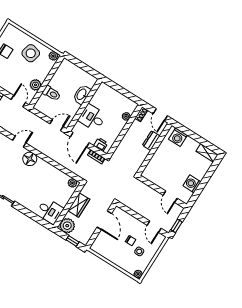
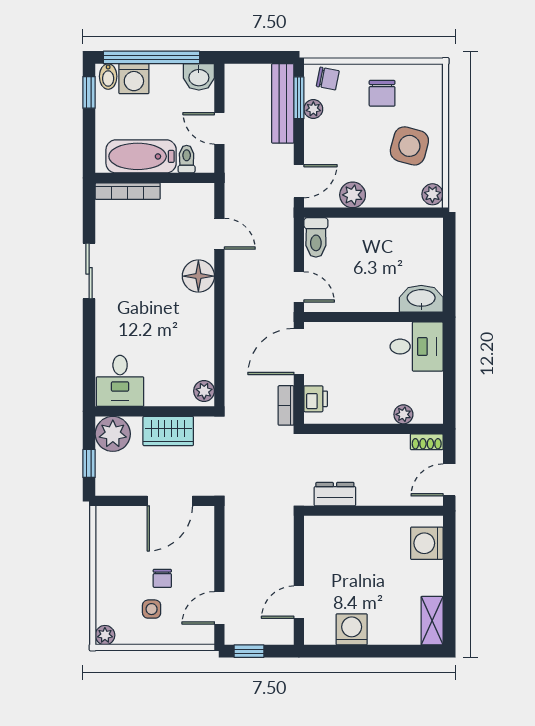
toilet: (52, 93) -> (316, 237), moved
washbasin: (82, 94) -> (421, 299), moved
desk: (92, 118) -> (417, 347), moved, turned 90
dresser: (151, 141) -> (335, 494), moved

